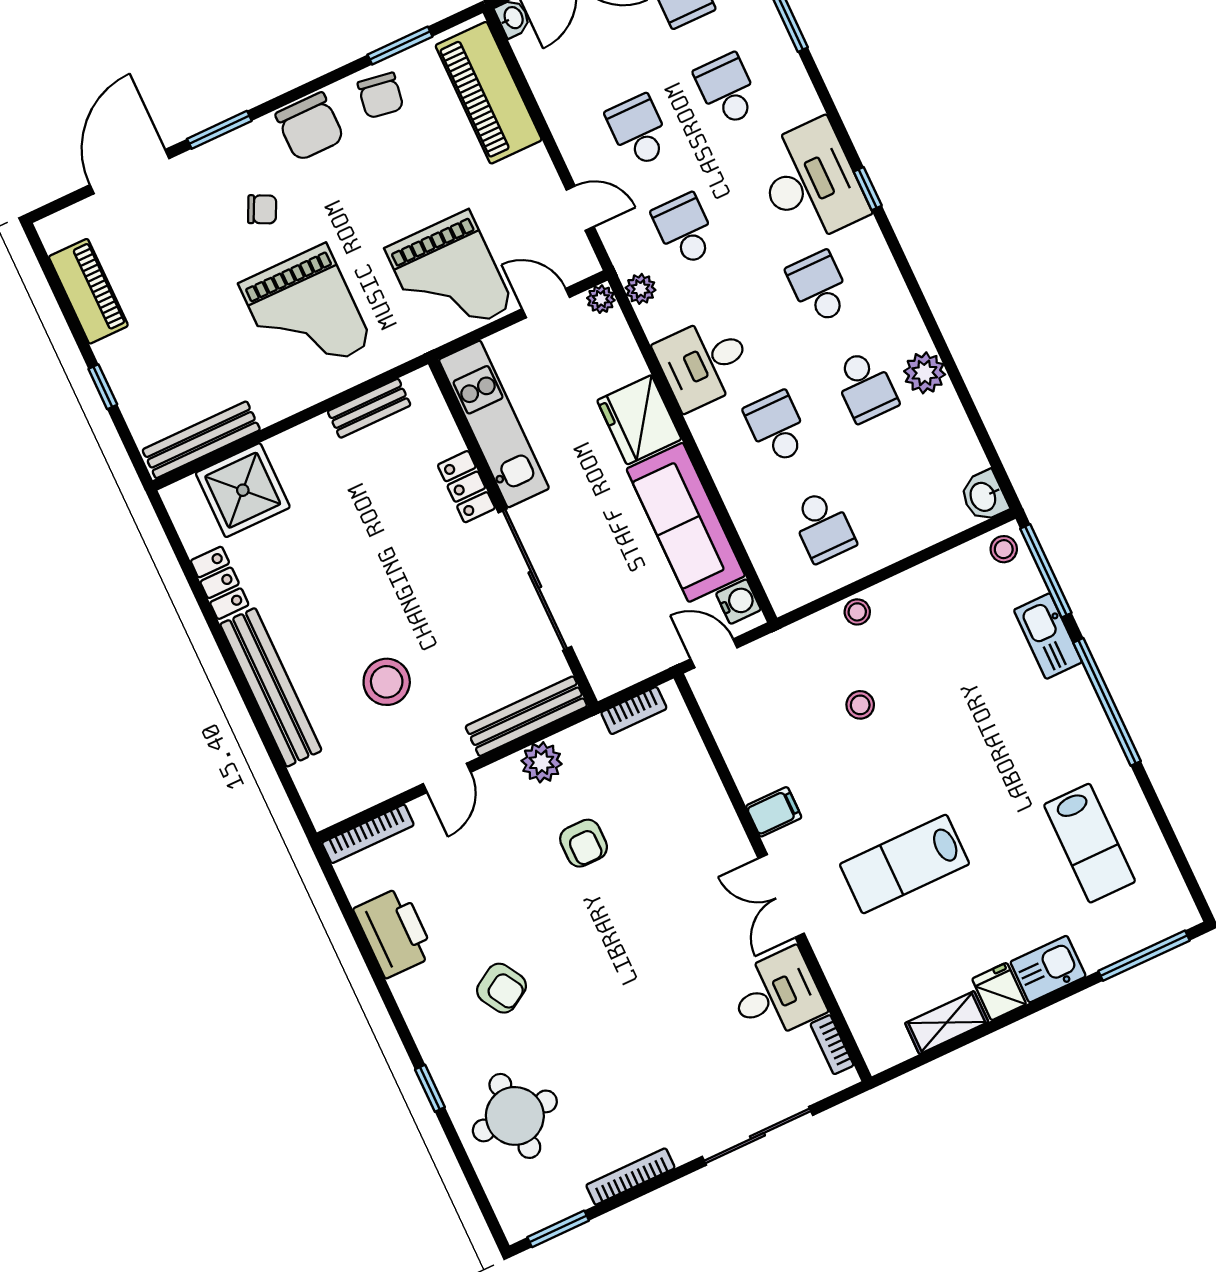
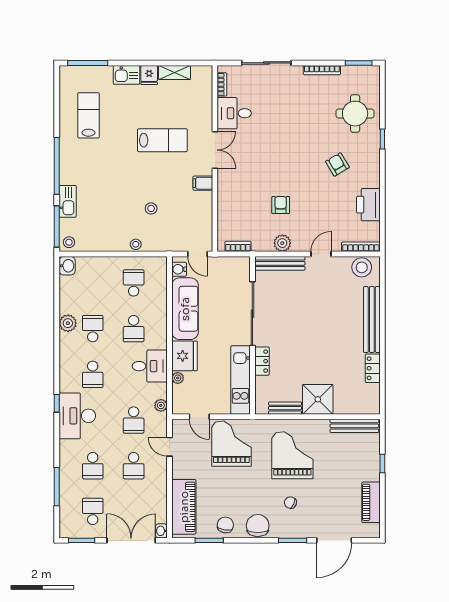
plant: (601, 299) -> (178, 378), moved
shower: (243, 490) -> (318, 399), moved
stool: (387, 682) -> (362, 267), moved

